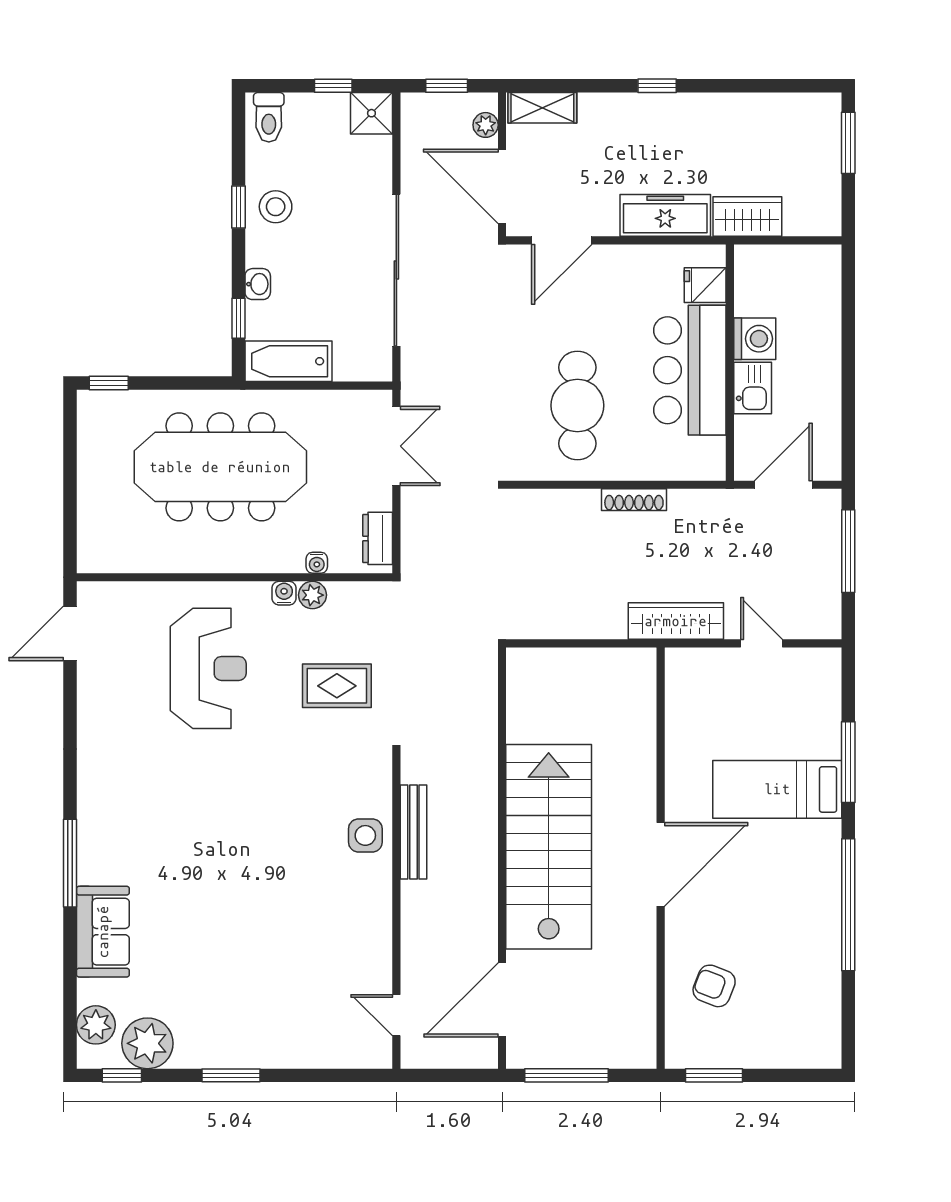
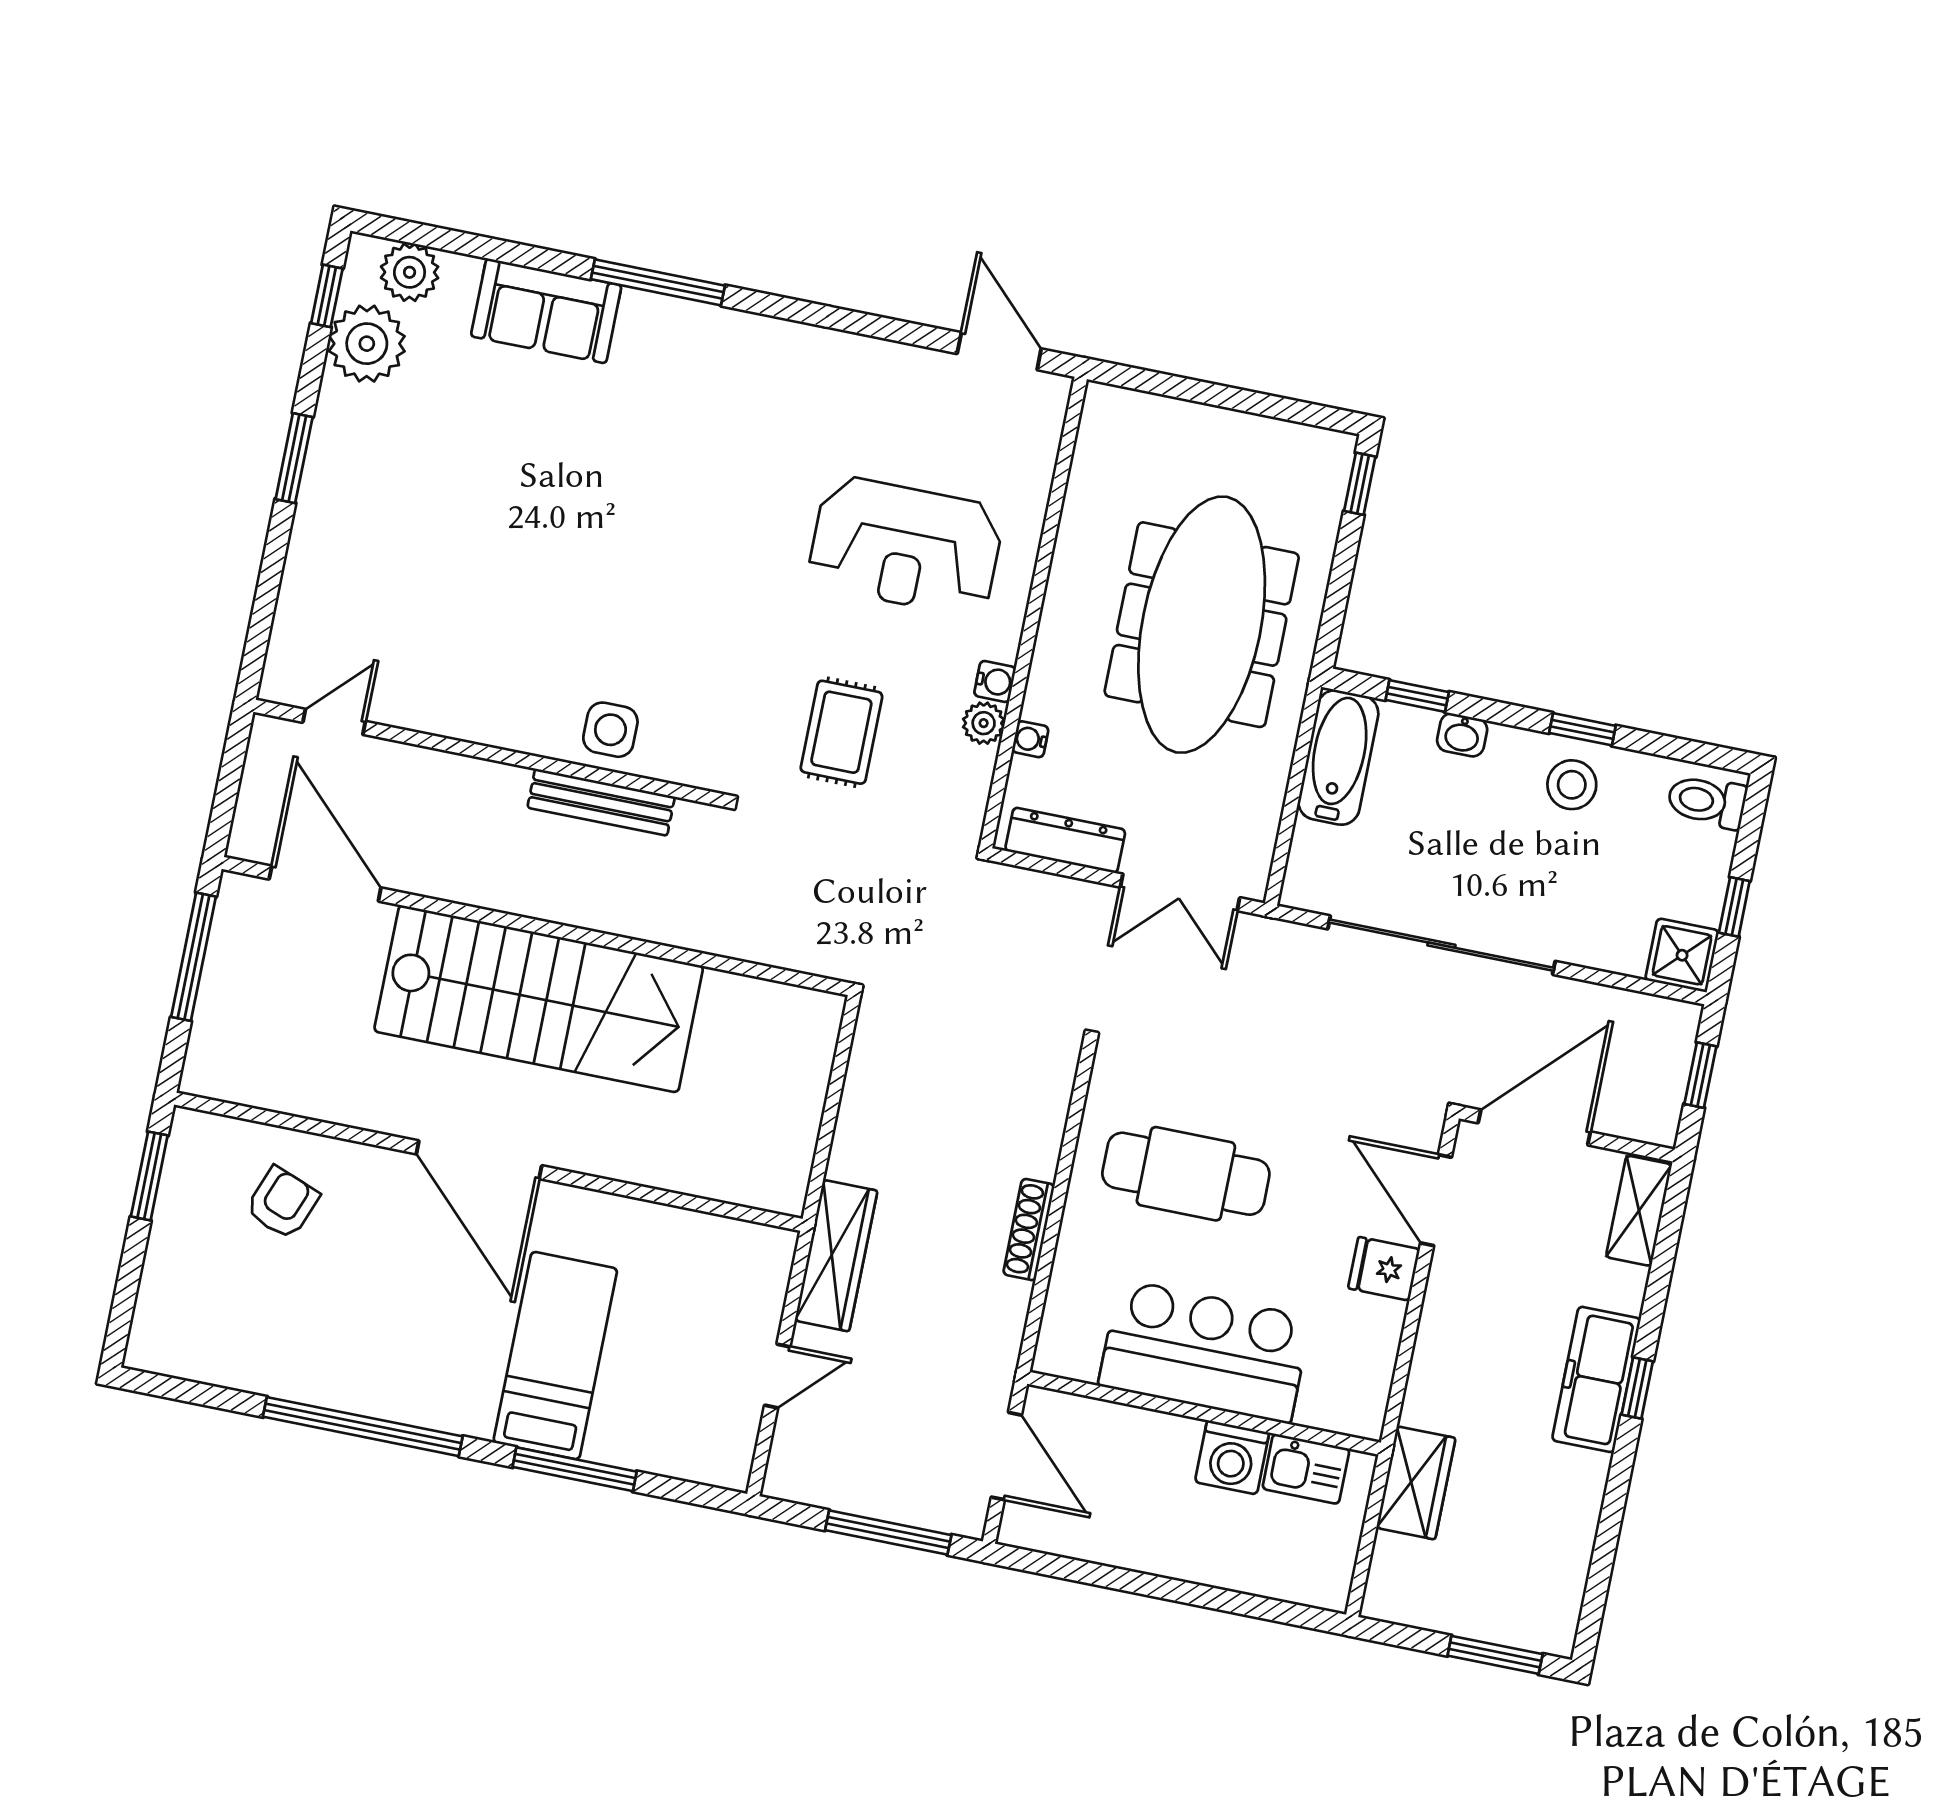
plant: (486, 125) -> (1630, 1121), removed
freezer: (665, 215) -> (1596, 1379), moved, turned 180
fridge: (705, 285) -> (1384, 1269), moved, turned -90
kitchen sink: (753, 388) -> (1306, 1469), moved
dresser: (378, 538) -> (1065, 840), width x1.44

